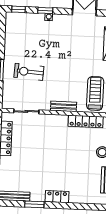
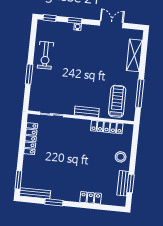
exercise bike: (29, 72) -> (45, 55), moved, turned -94
locker: (57, 197) -> (91, 198), moved

